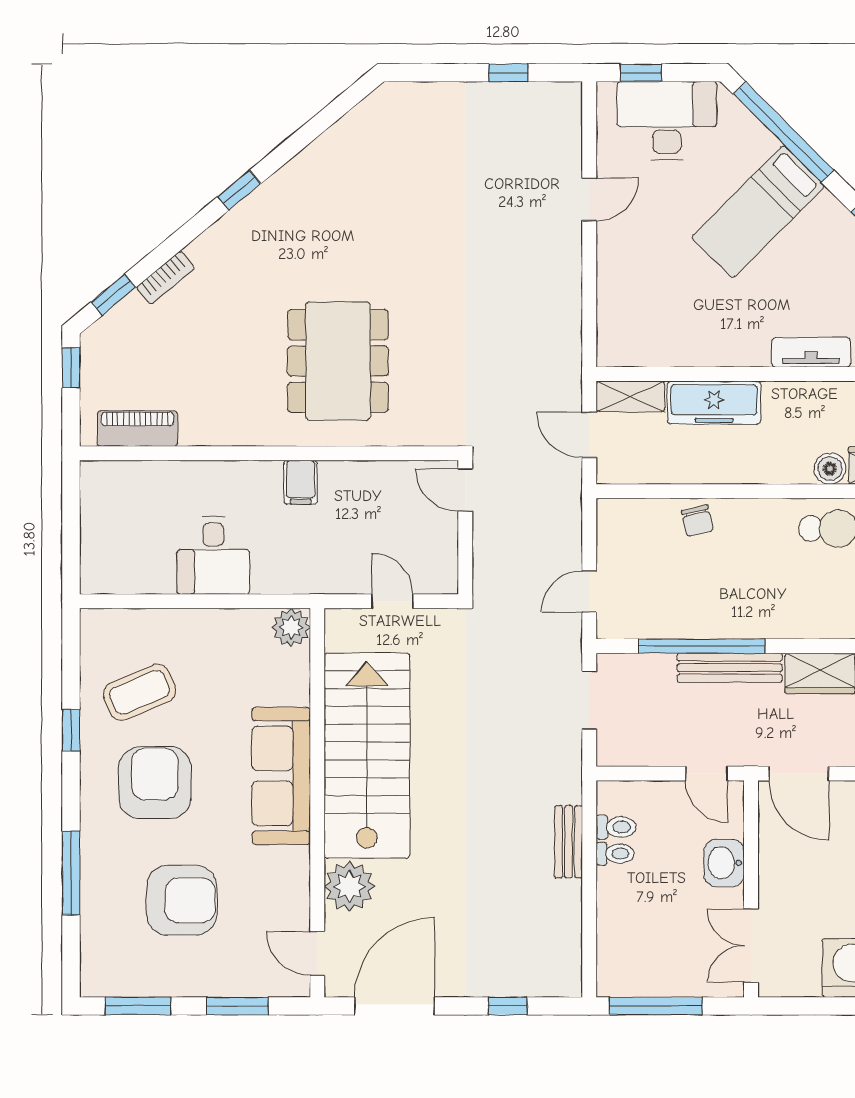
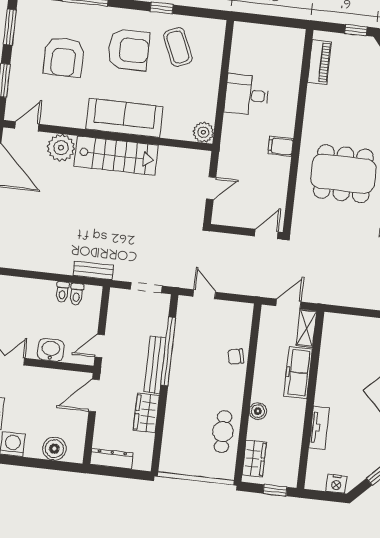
boiler: (830, 469) -> (258, 411), moved
stairs: (367, 756) -> (116, 156), width x0.73, depth x0.66
bench: (568, 842) -> (93, 270), moved

